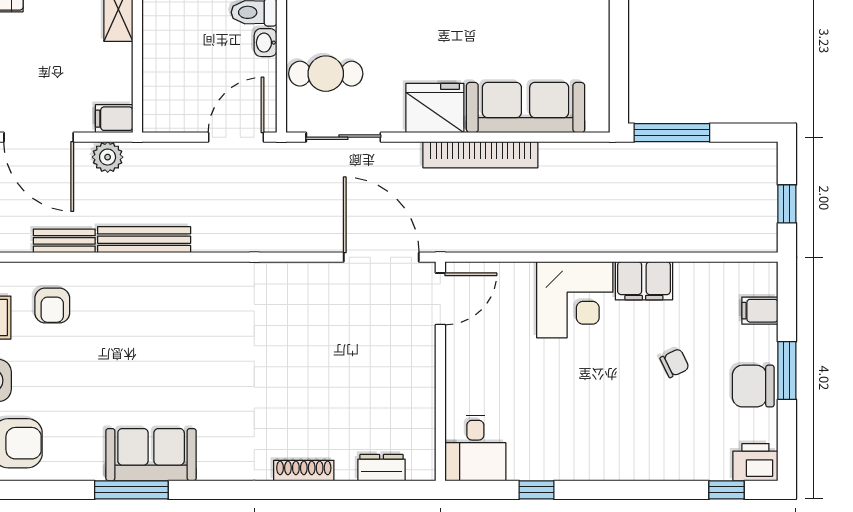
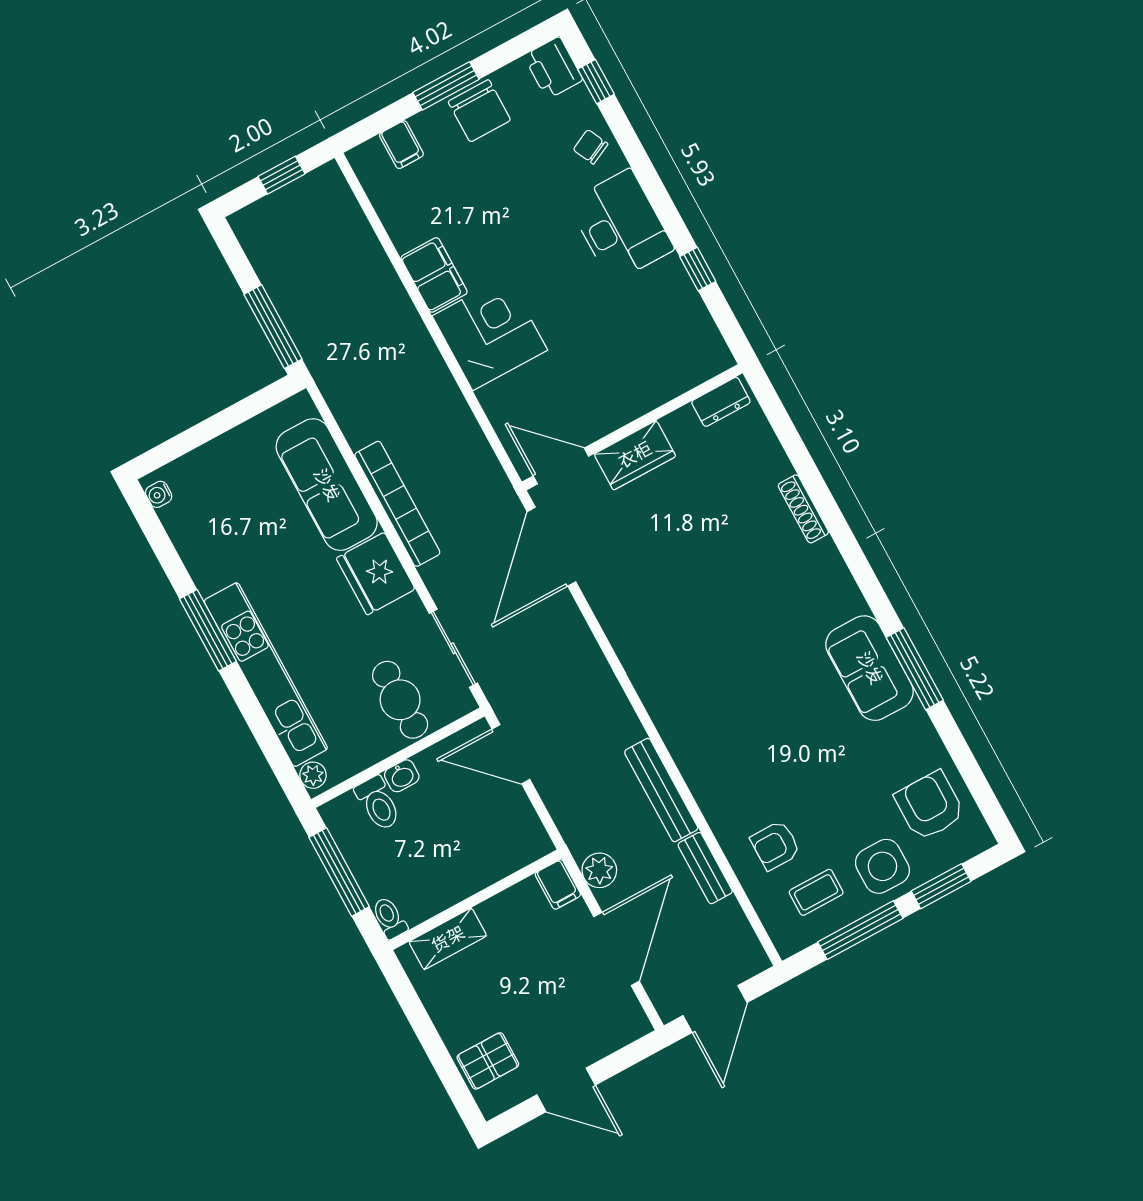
armchair: (52, 306) -> (775, 845), turned 180
wardrobe: (417, 361) -> (635, 455), added
chair: (675, 363) -> (591, 147), moved
desk: (475, 448) -> (621, 226), moved, width x1.37
dresser: (382, 468) -> (721, 402), moved, turned -90

